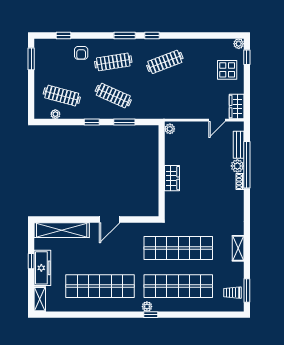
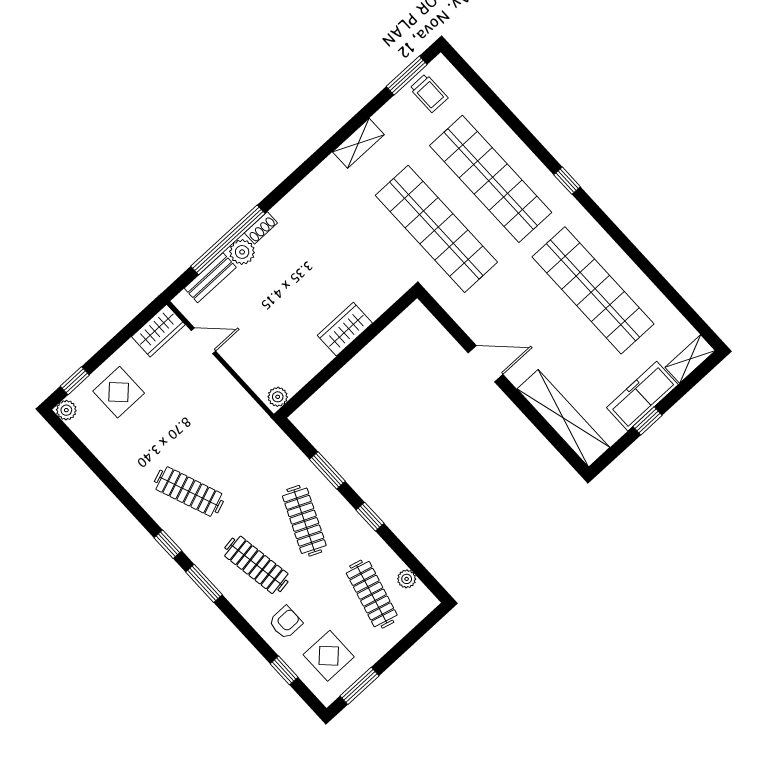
display table: (53, 58) -> (329, 656), added
plant: (147, 307) -> (560, 197), removed

